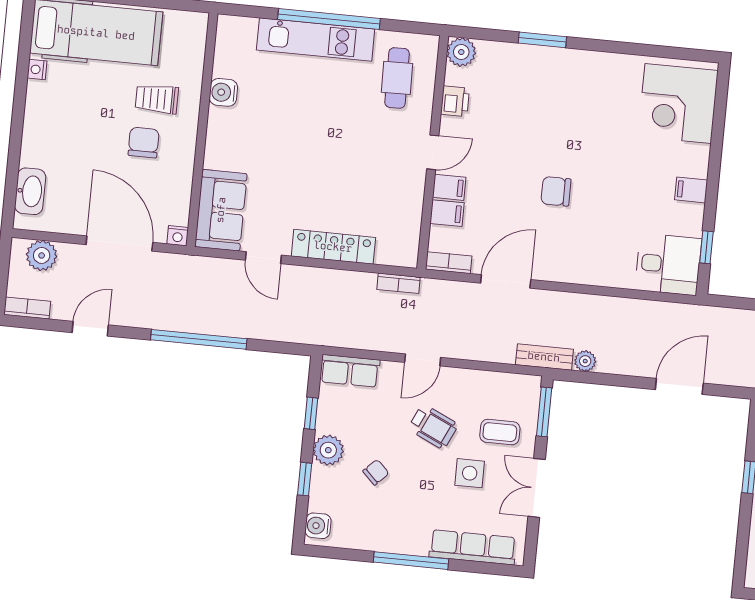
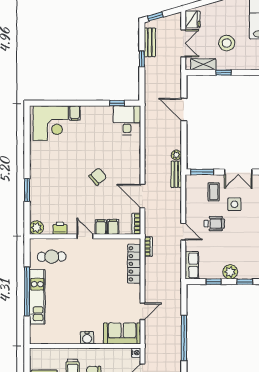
water cooler: (223, 92) -> (87, 338), moved
filing cabinet: (691, 190) -> (75, 113), moved
chair: (556, 191) -> (98, 177), turned -131
locker: (333, 247) -> (134, 264), moved
wheelchair: (433, 427) -> (214, 224), turned 65
chair: (376, 472) -> (238, 248), removed

